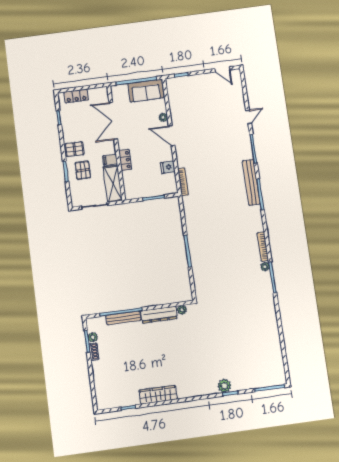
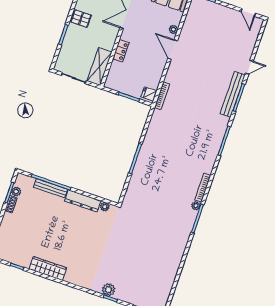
filing cabinet: (110, 160) -> (107, 44), removed
fridge: (168, 167) -> (149, 94), moved
pallet: (83, 170) -> (79, 41), removed
bench: (251, 182) -> (233, 94), moved

